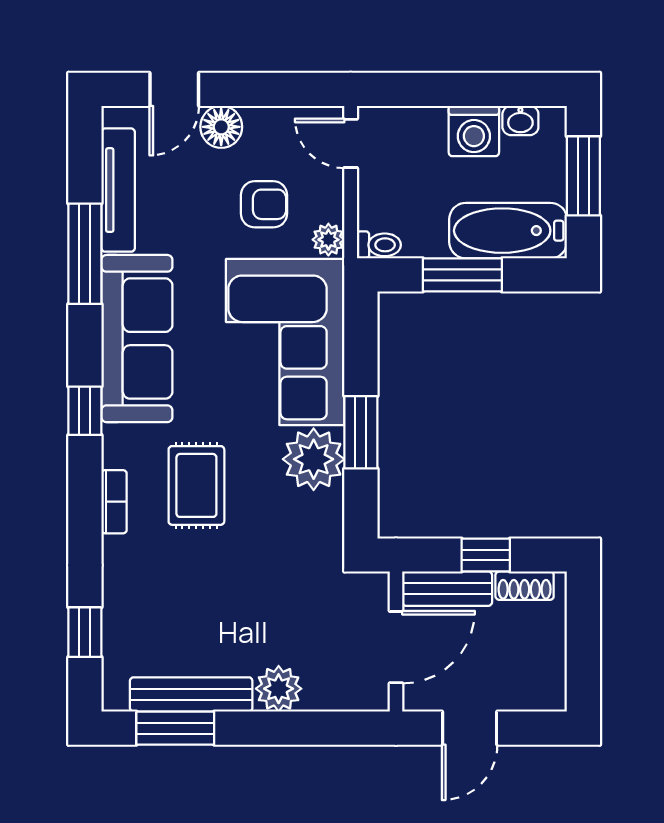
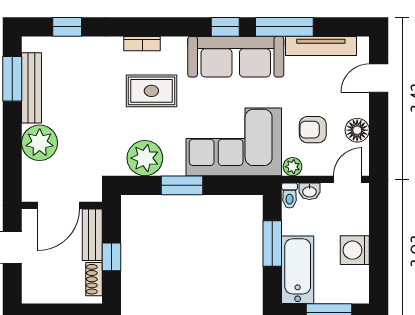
door: (174, 89) -> (379, 78), hinge flipped
washbasin: (520, 121) -> (310, 191), moved, turned -90
floor lamp: (221, 127) -> (357, 130), moved
armchair: (264, 204) -> (313, 130), turned 90
window: (85, 411) -> (225, 27), moved
plant: (314, 459) -> (145, 158), moved
door: (396, 647) -> (59, 205), hinge flipped
plant: (279, 689) -> (40, 143), width x1.36, depth x1.36

